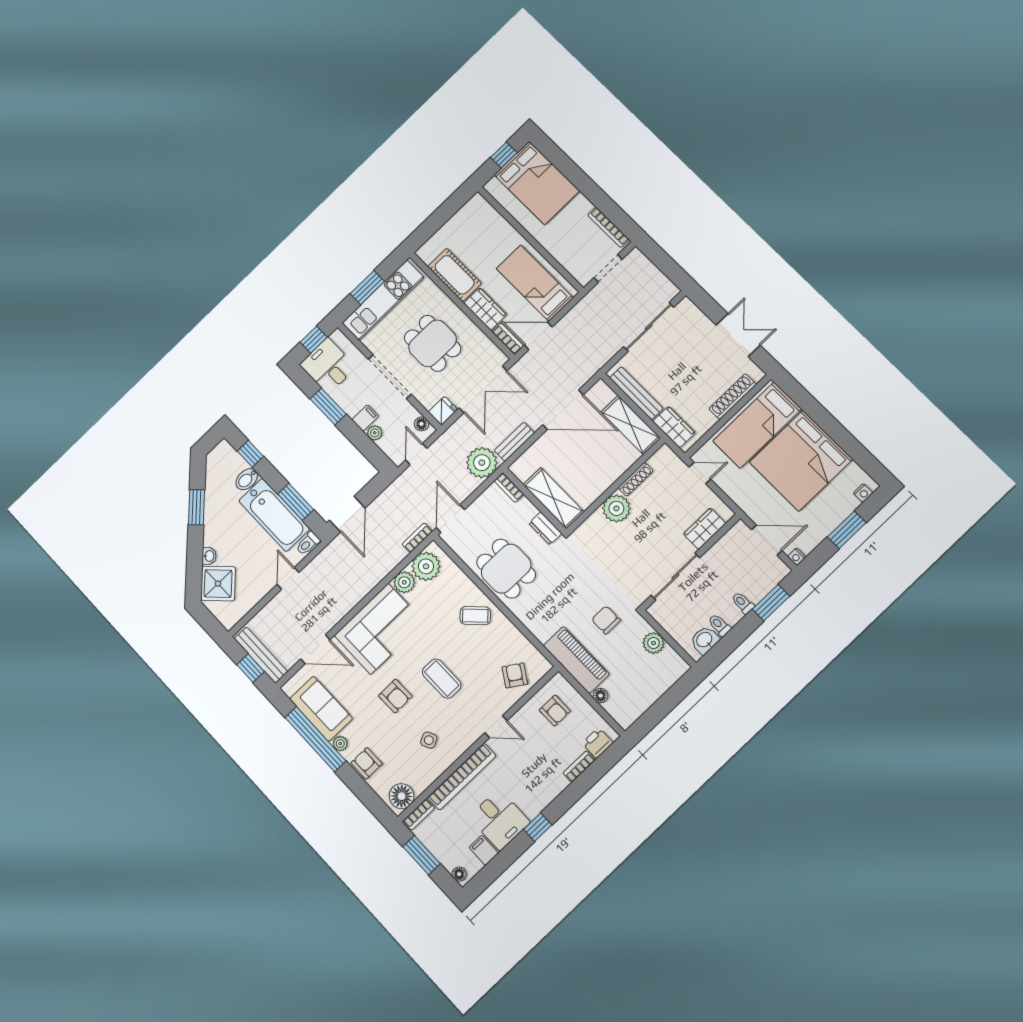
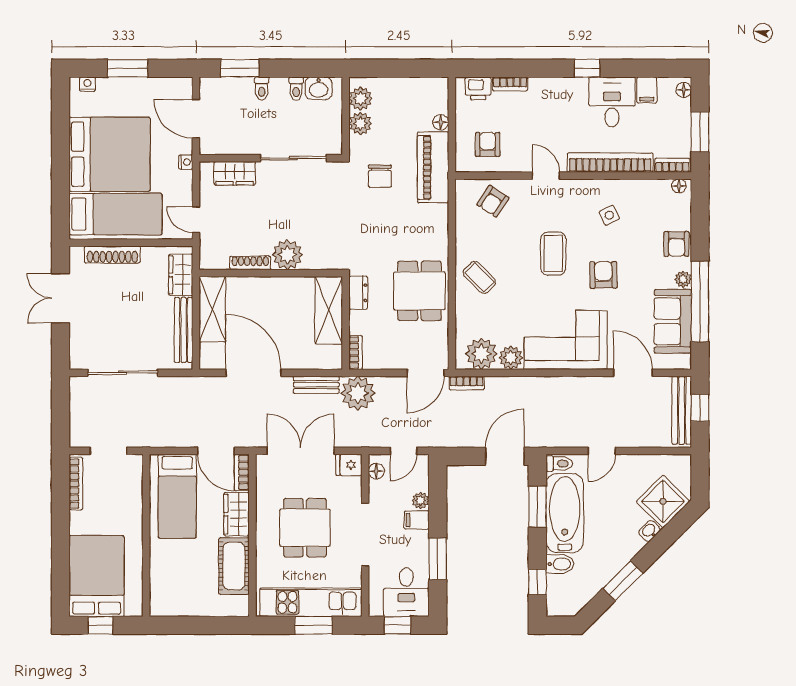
nightstand: (797, 557) -> (186, 162), moved
plant: (670, 660) -> (361, 99), added
floor lamp: (402, 796) -> (679, 186), width x0.53, depth x0.53

